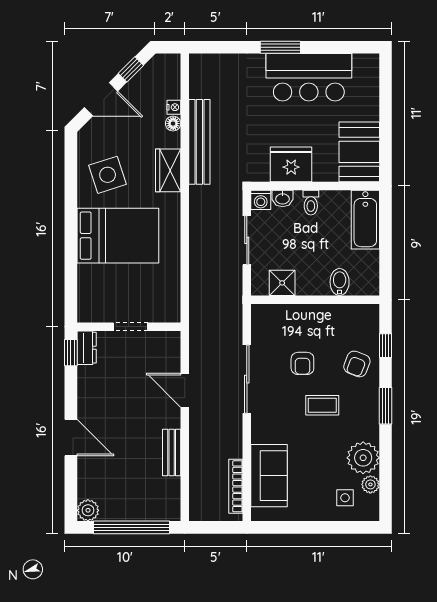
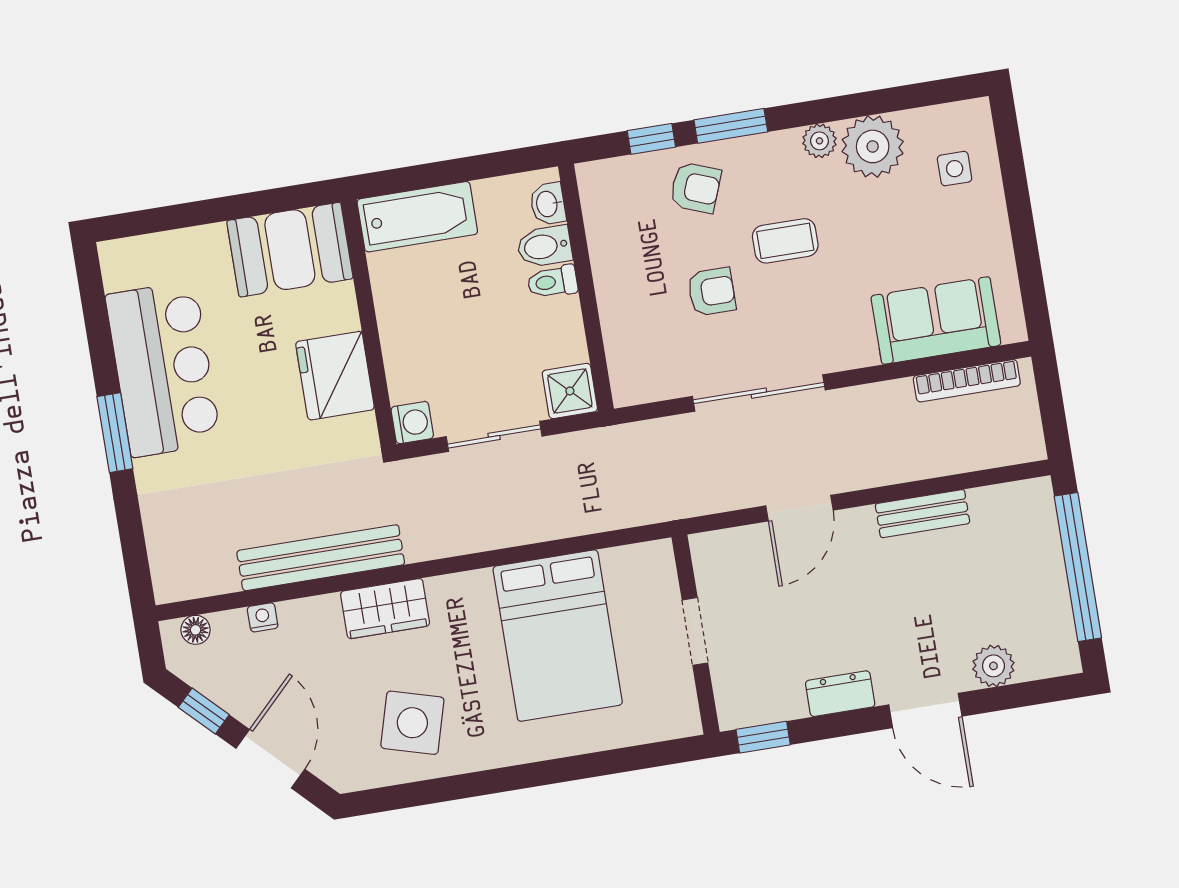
floor lamp: (173, 124) -> (196, 630), moved
side table: (108, 175) -> (412, 723), turned 34
washbasin: (283, 198) -> (548, 204), moved, turned 180
toilet: (311, 203) -> (552, 282), moved, turned 180
bed: (118, 236) -> (558, 636), moved, turned 180
shower: (282, 283) -> (570, 391), moved
dresser: (87, 348) -> (840, 694), moved
coffee table: (322, 405) -> (785, 241), turned 90
window: (385, 406) -> (731, 126), moved
door: (71, 438) -> (925, 711), swing flipped
plant: (370, 484) -> (819, 141), moved
plant: (88, 510) -> (993, 666), moved

